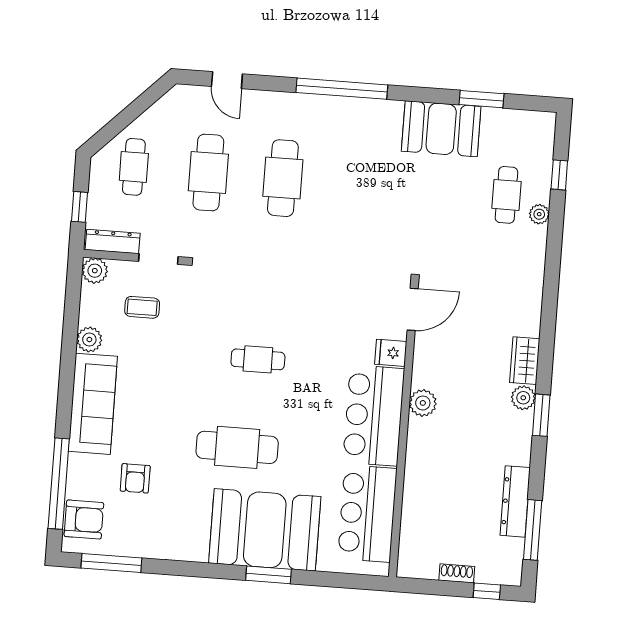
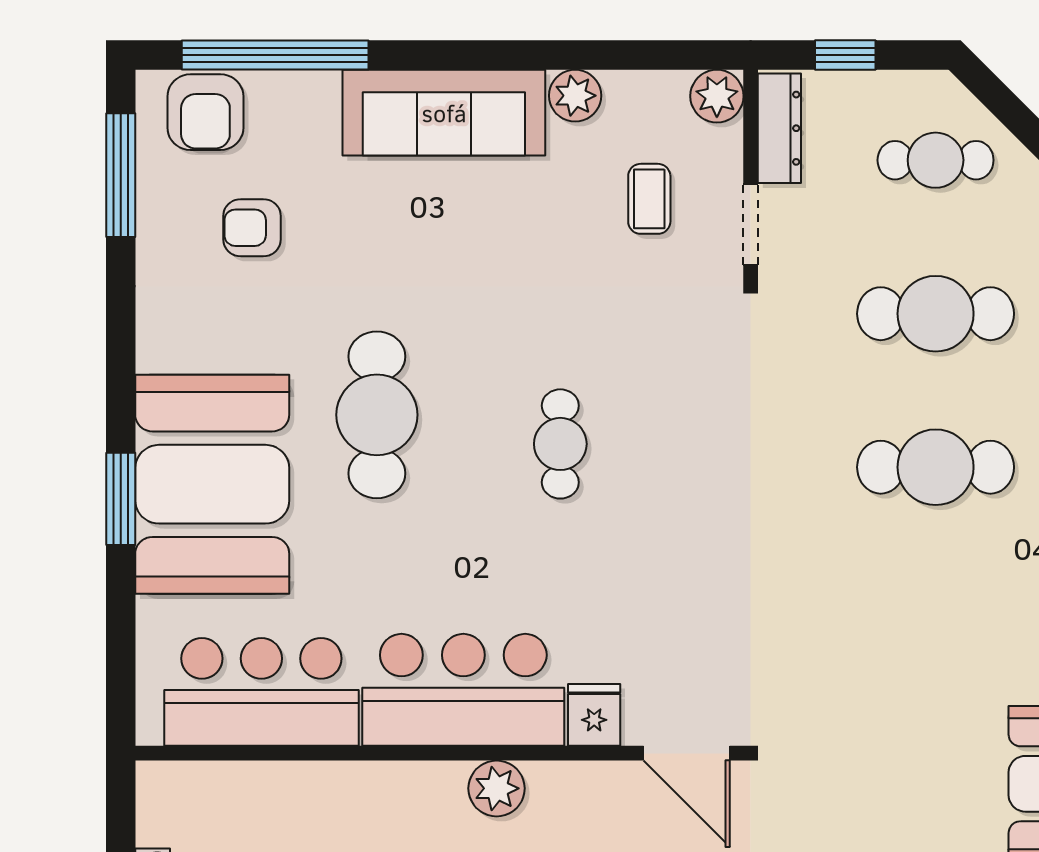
armchair: (135, 478) -> (252, 228), moved

